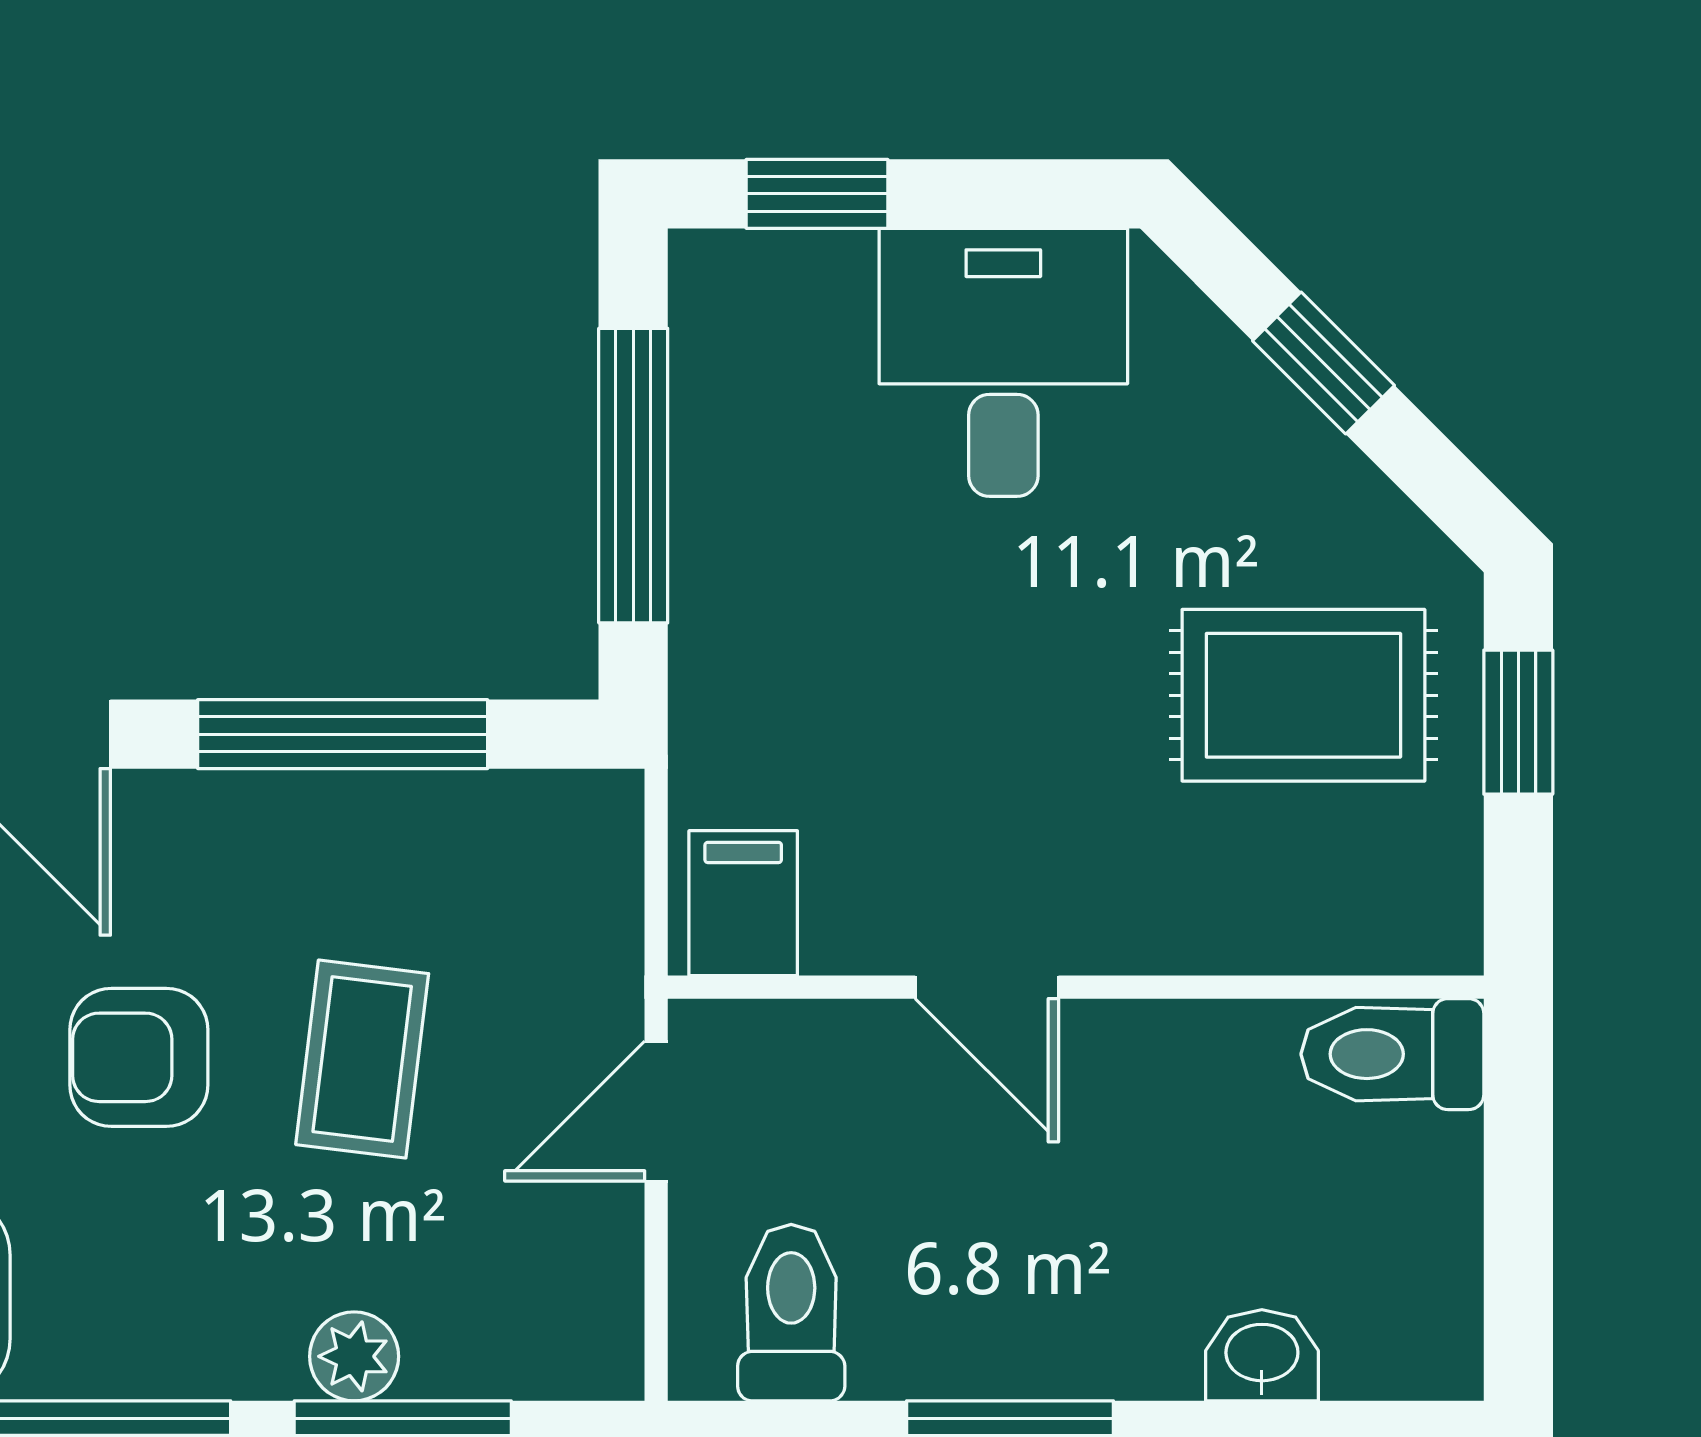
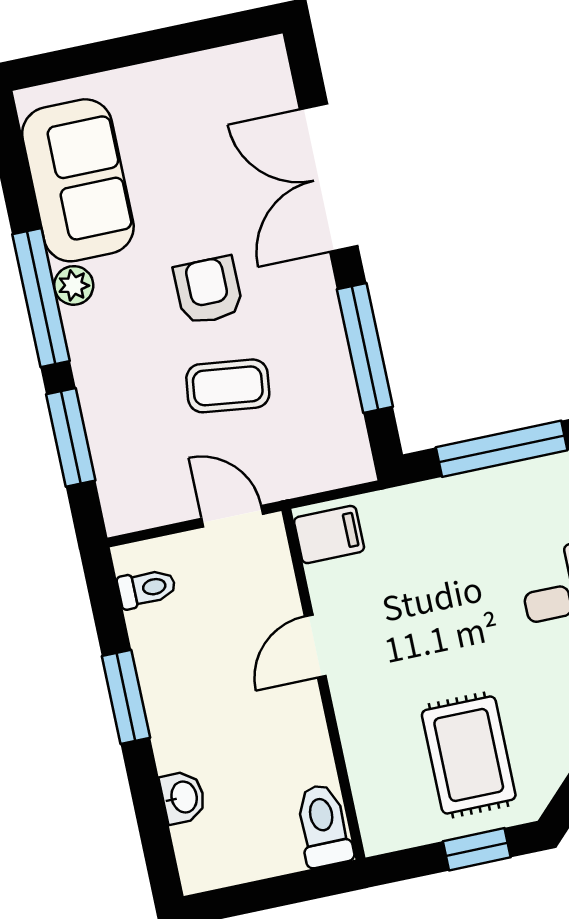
toilet: (791, 1313) -> (147, 588), width x0.73, depth x0.72
plant: (354, 1356) -> (74, 285), moved

